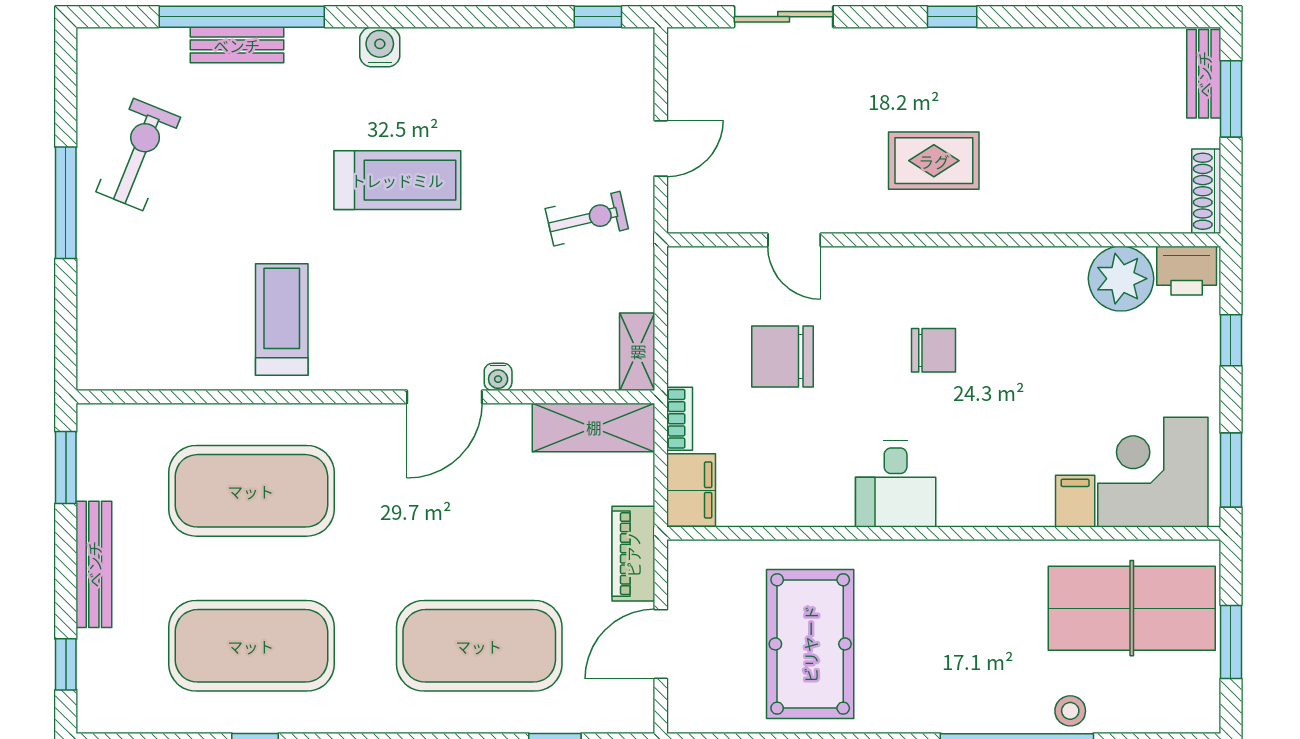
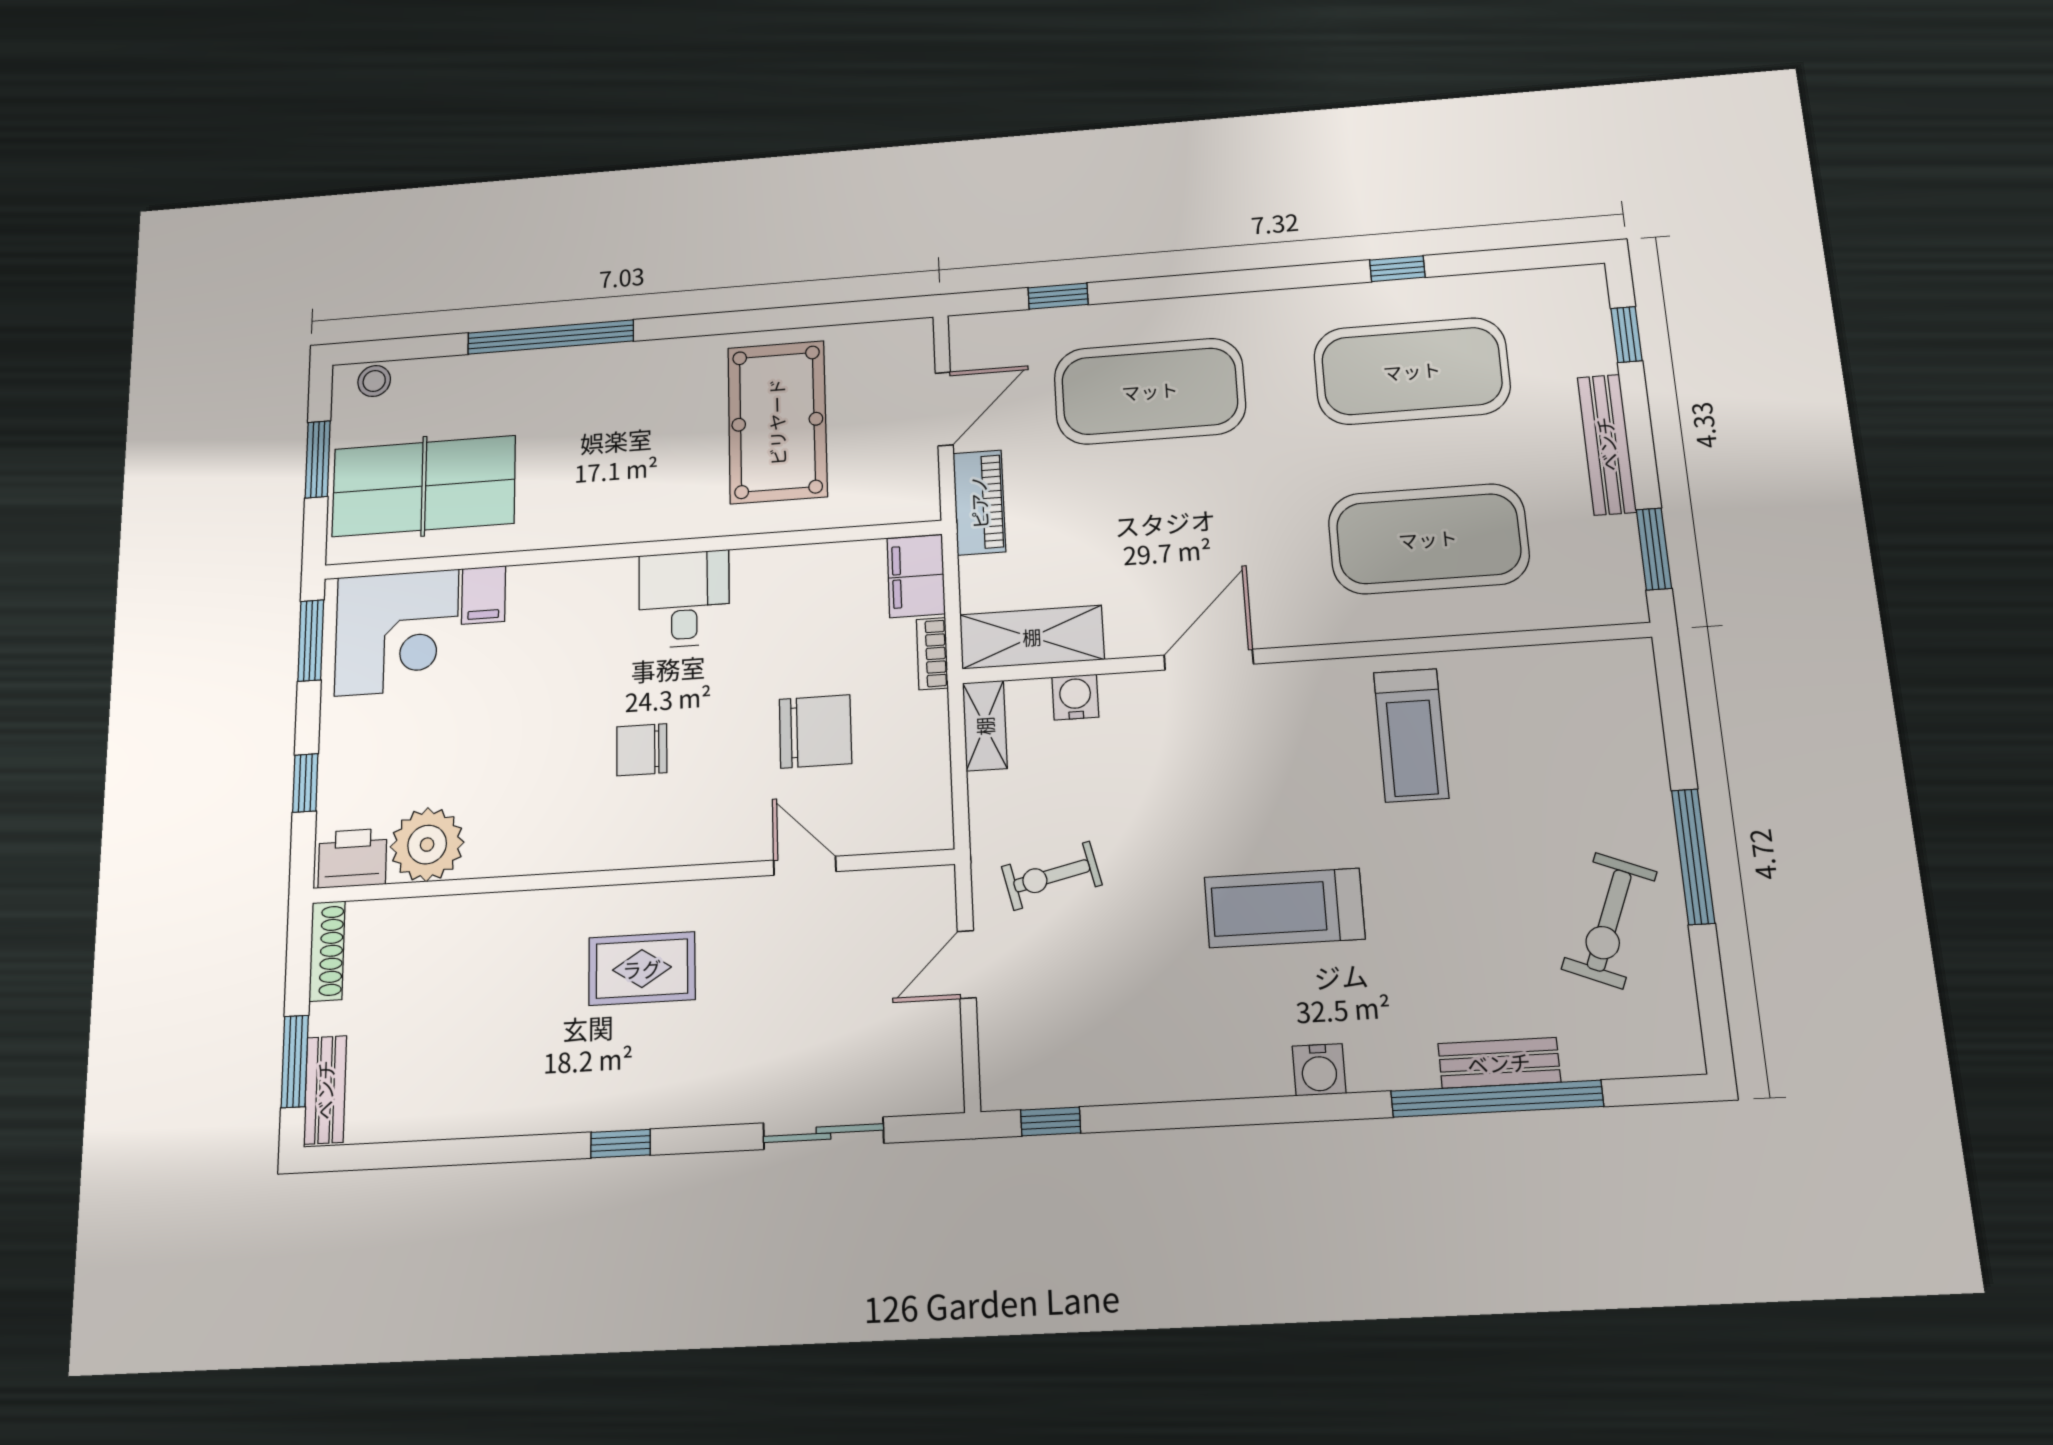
water cooler: (498, 377) -> (1075, 697), moved, width x1.38, depth x1.38
stool: (1070, 711) -> (374, 381), moved

